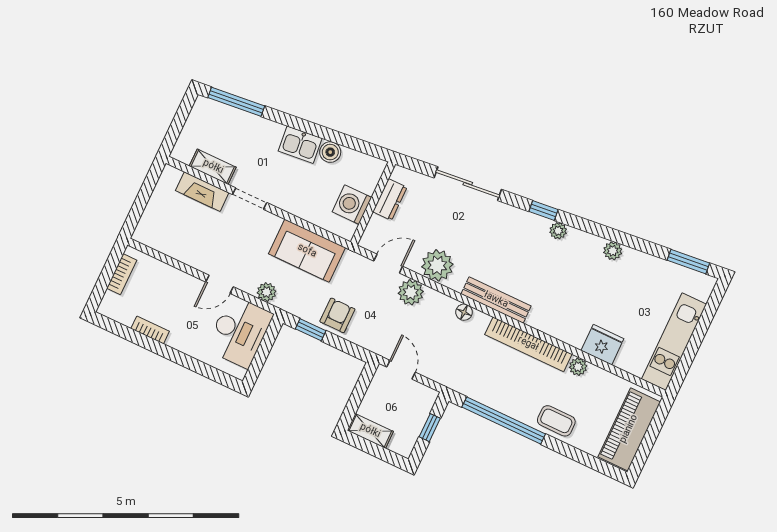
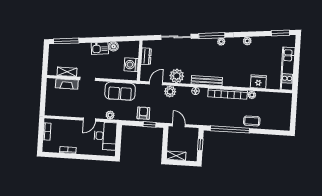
window: (544, 210) -> (212, 36), width x2.17
window: (311, 330) -> (150, 124), moved
piano: (629, 429) -> (283, 112), removed

